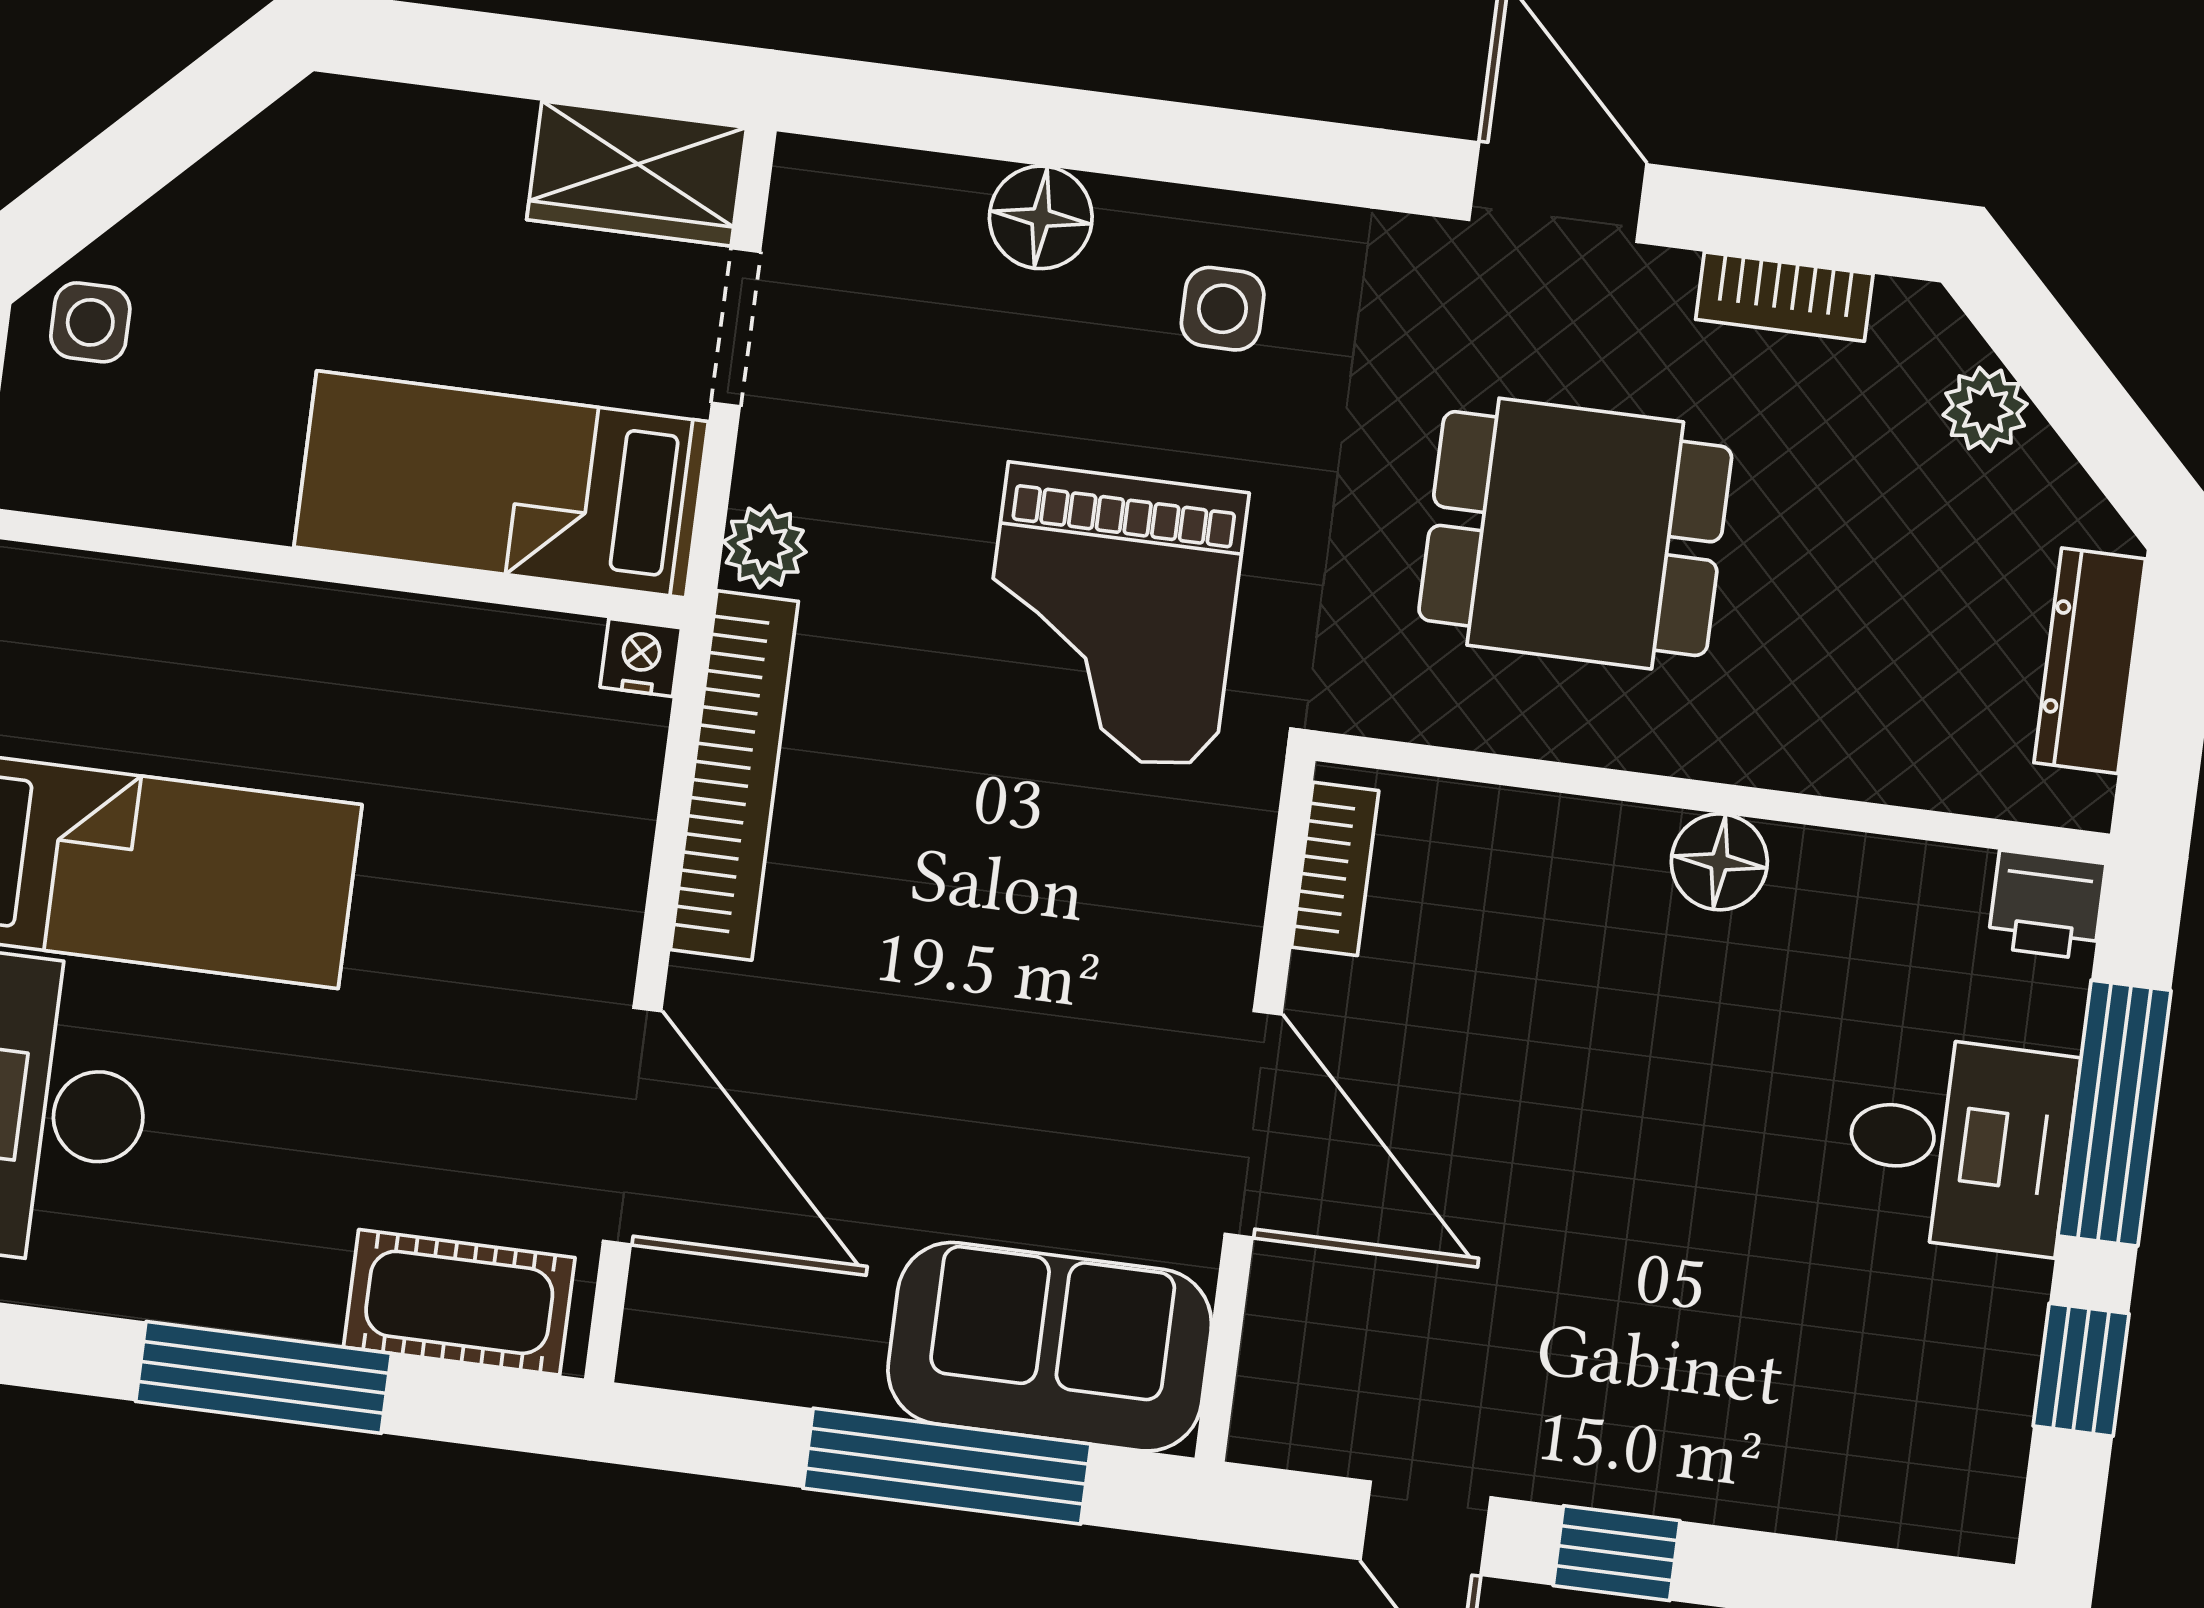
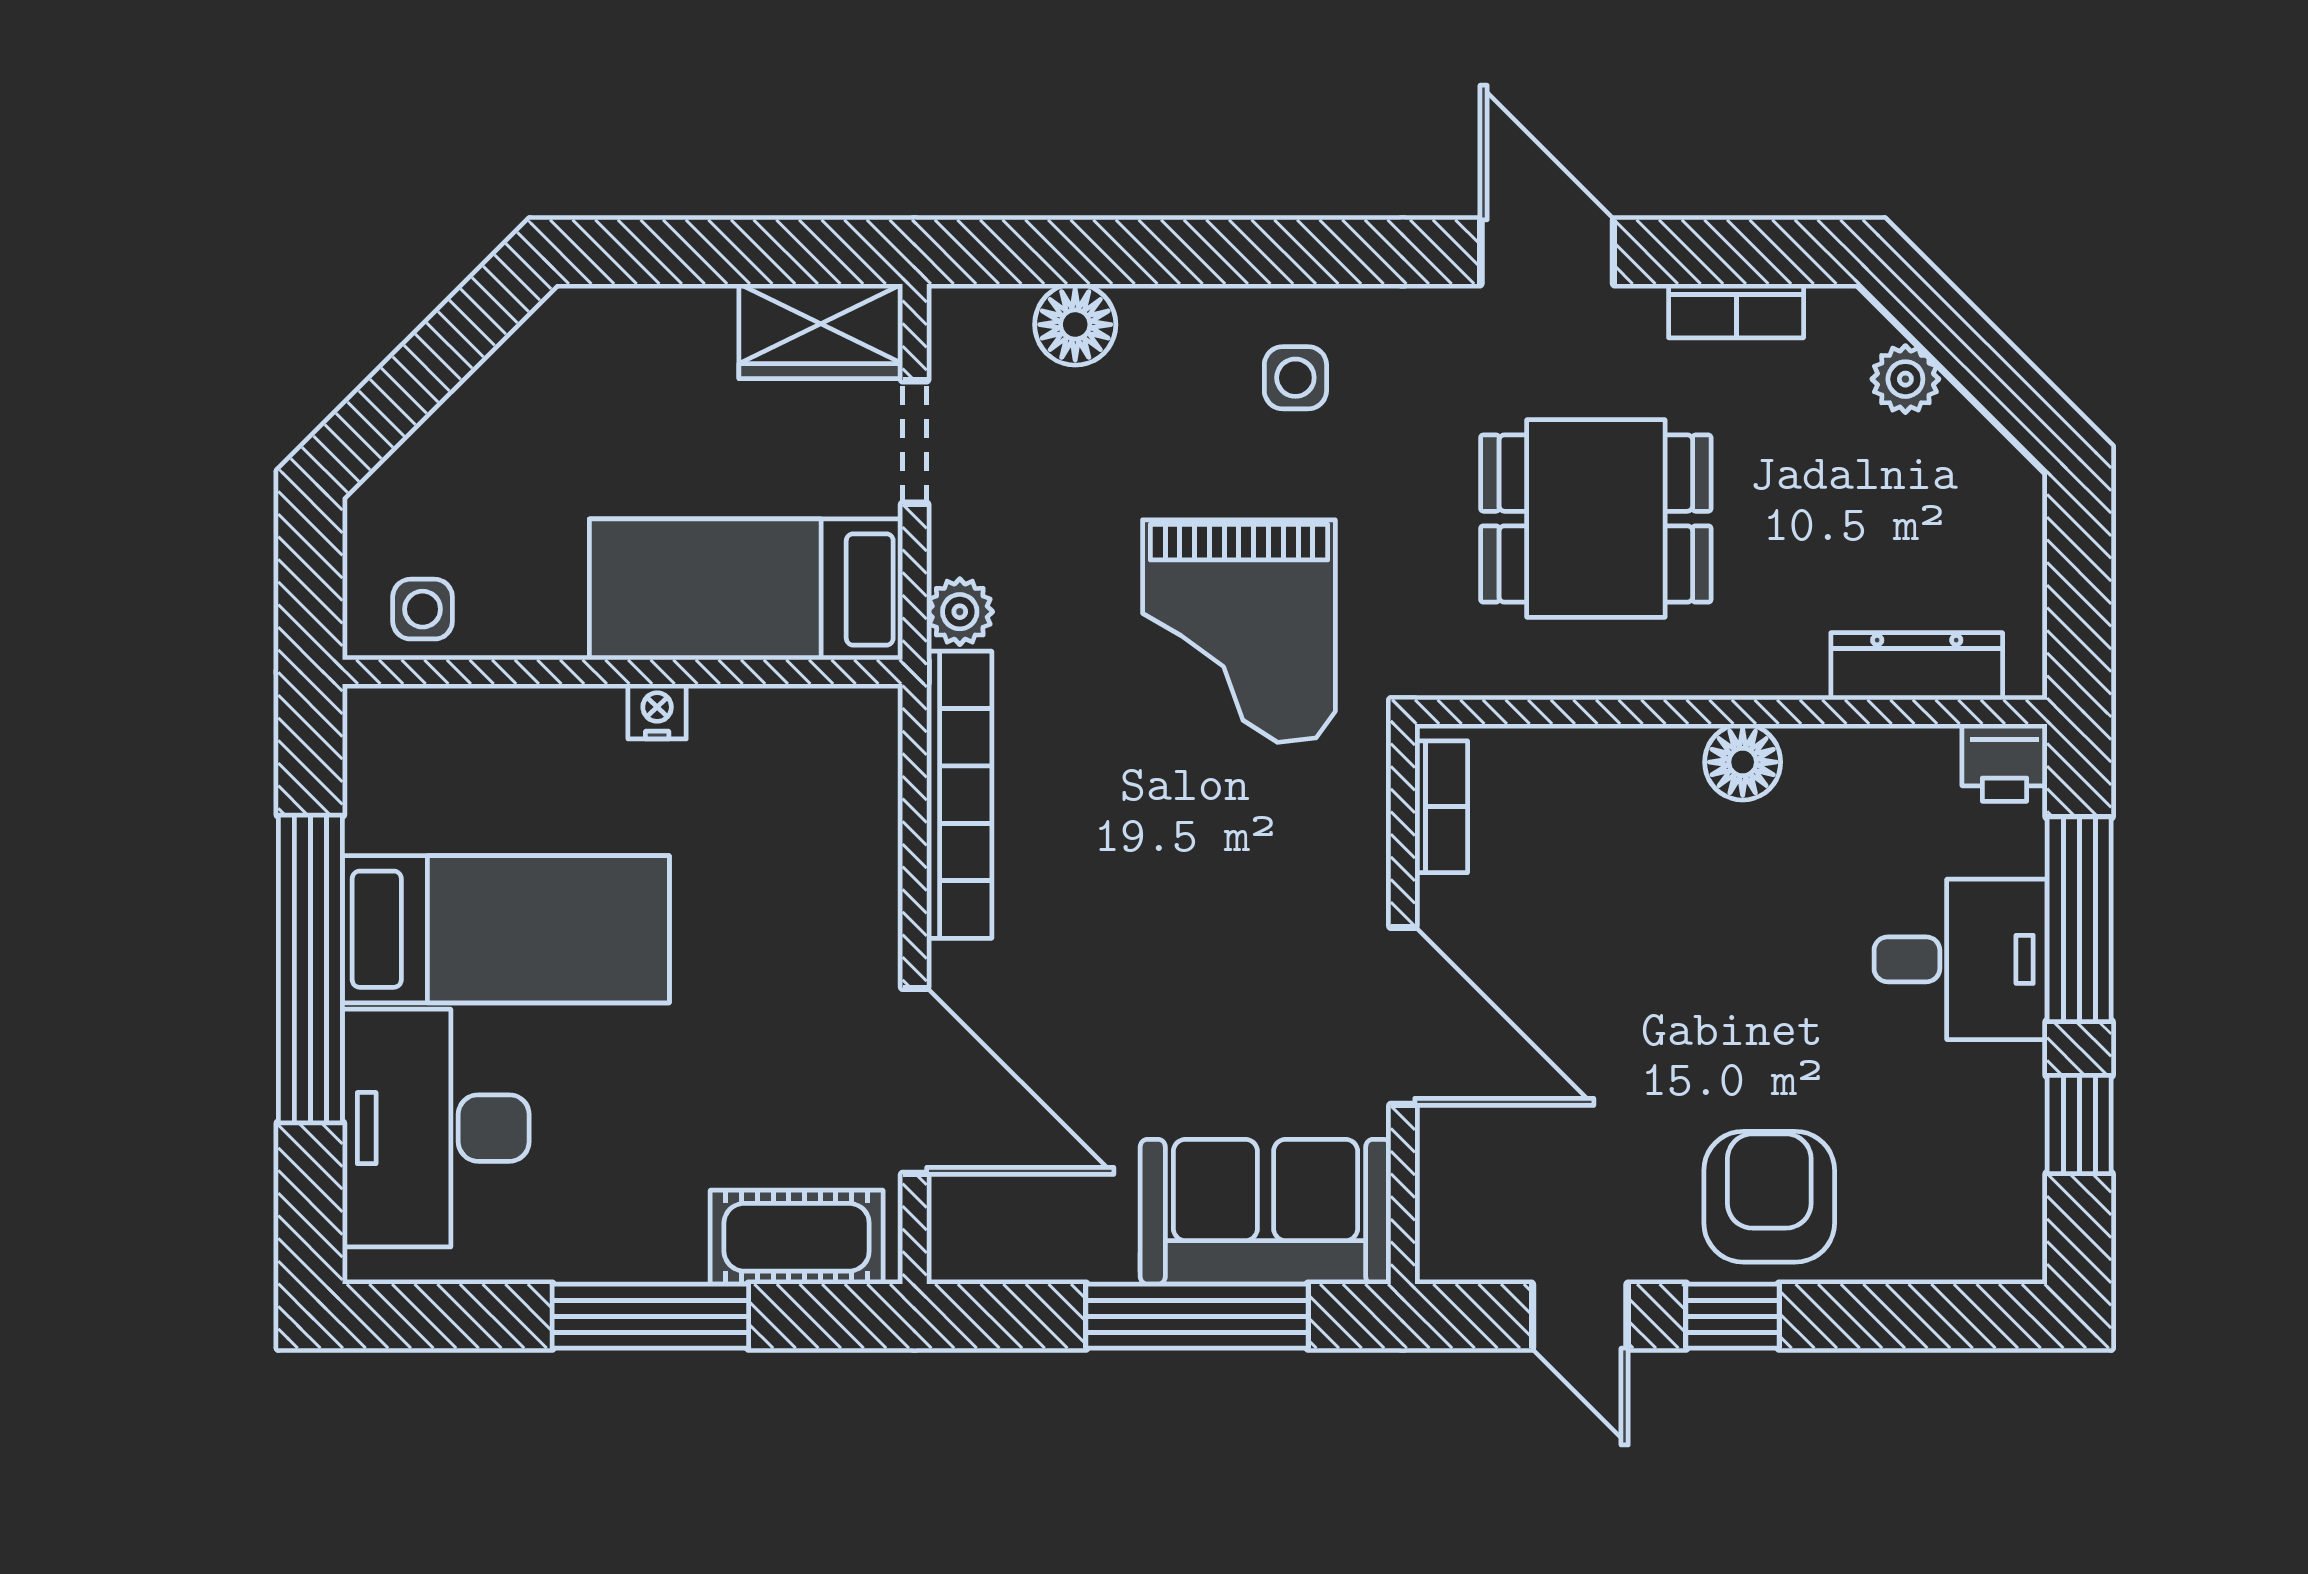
floor lamp: (1041, 217) -> (1075, 325), moved
side table: (90, 322) -> (423, 609), moved
nightstand: (641, 657) -> (657, 711), moved
dresser: (2090, 661) -> (1917, 666), moved, turned 90
armchair: (1682, 1410) -> (1769, 1197), added

